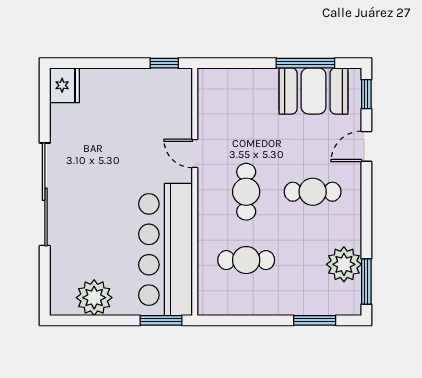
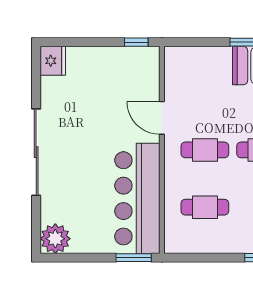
door: (195, 154) -> (162, 118), width x1.37
cafe table: (246, 192) -> (205, 150), turned 90
plant: (94, 298) -> (55, 239), moved

